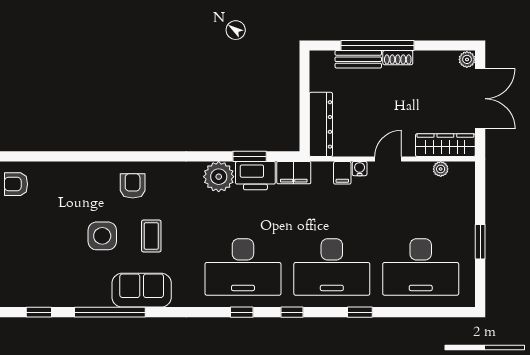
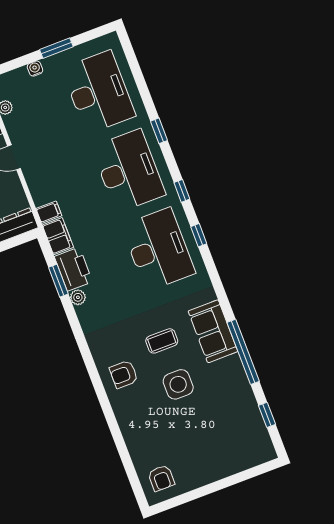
water cooler: (360, 169) -> (35, 69), moved, turned 90
filing cabinet: (342, 173) -> (49, 212), moved
plant: (219, 177) -> (78, 297), width x0.53, depth x0.53

